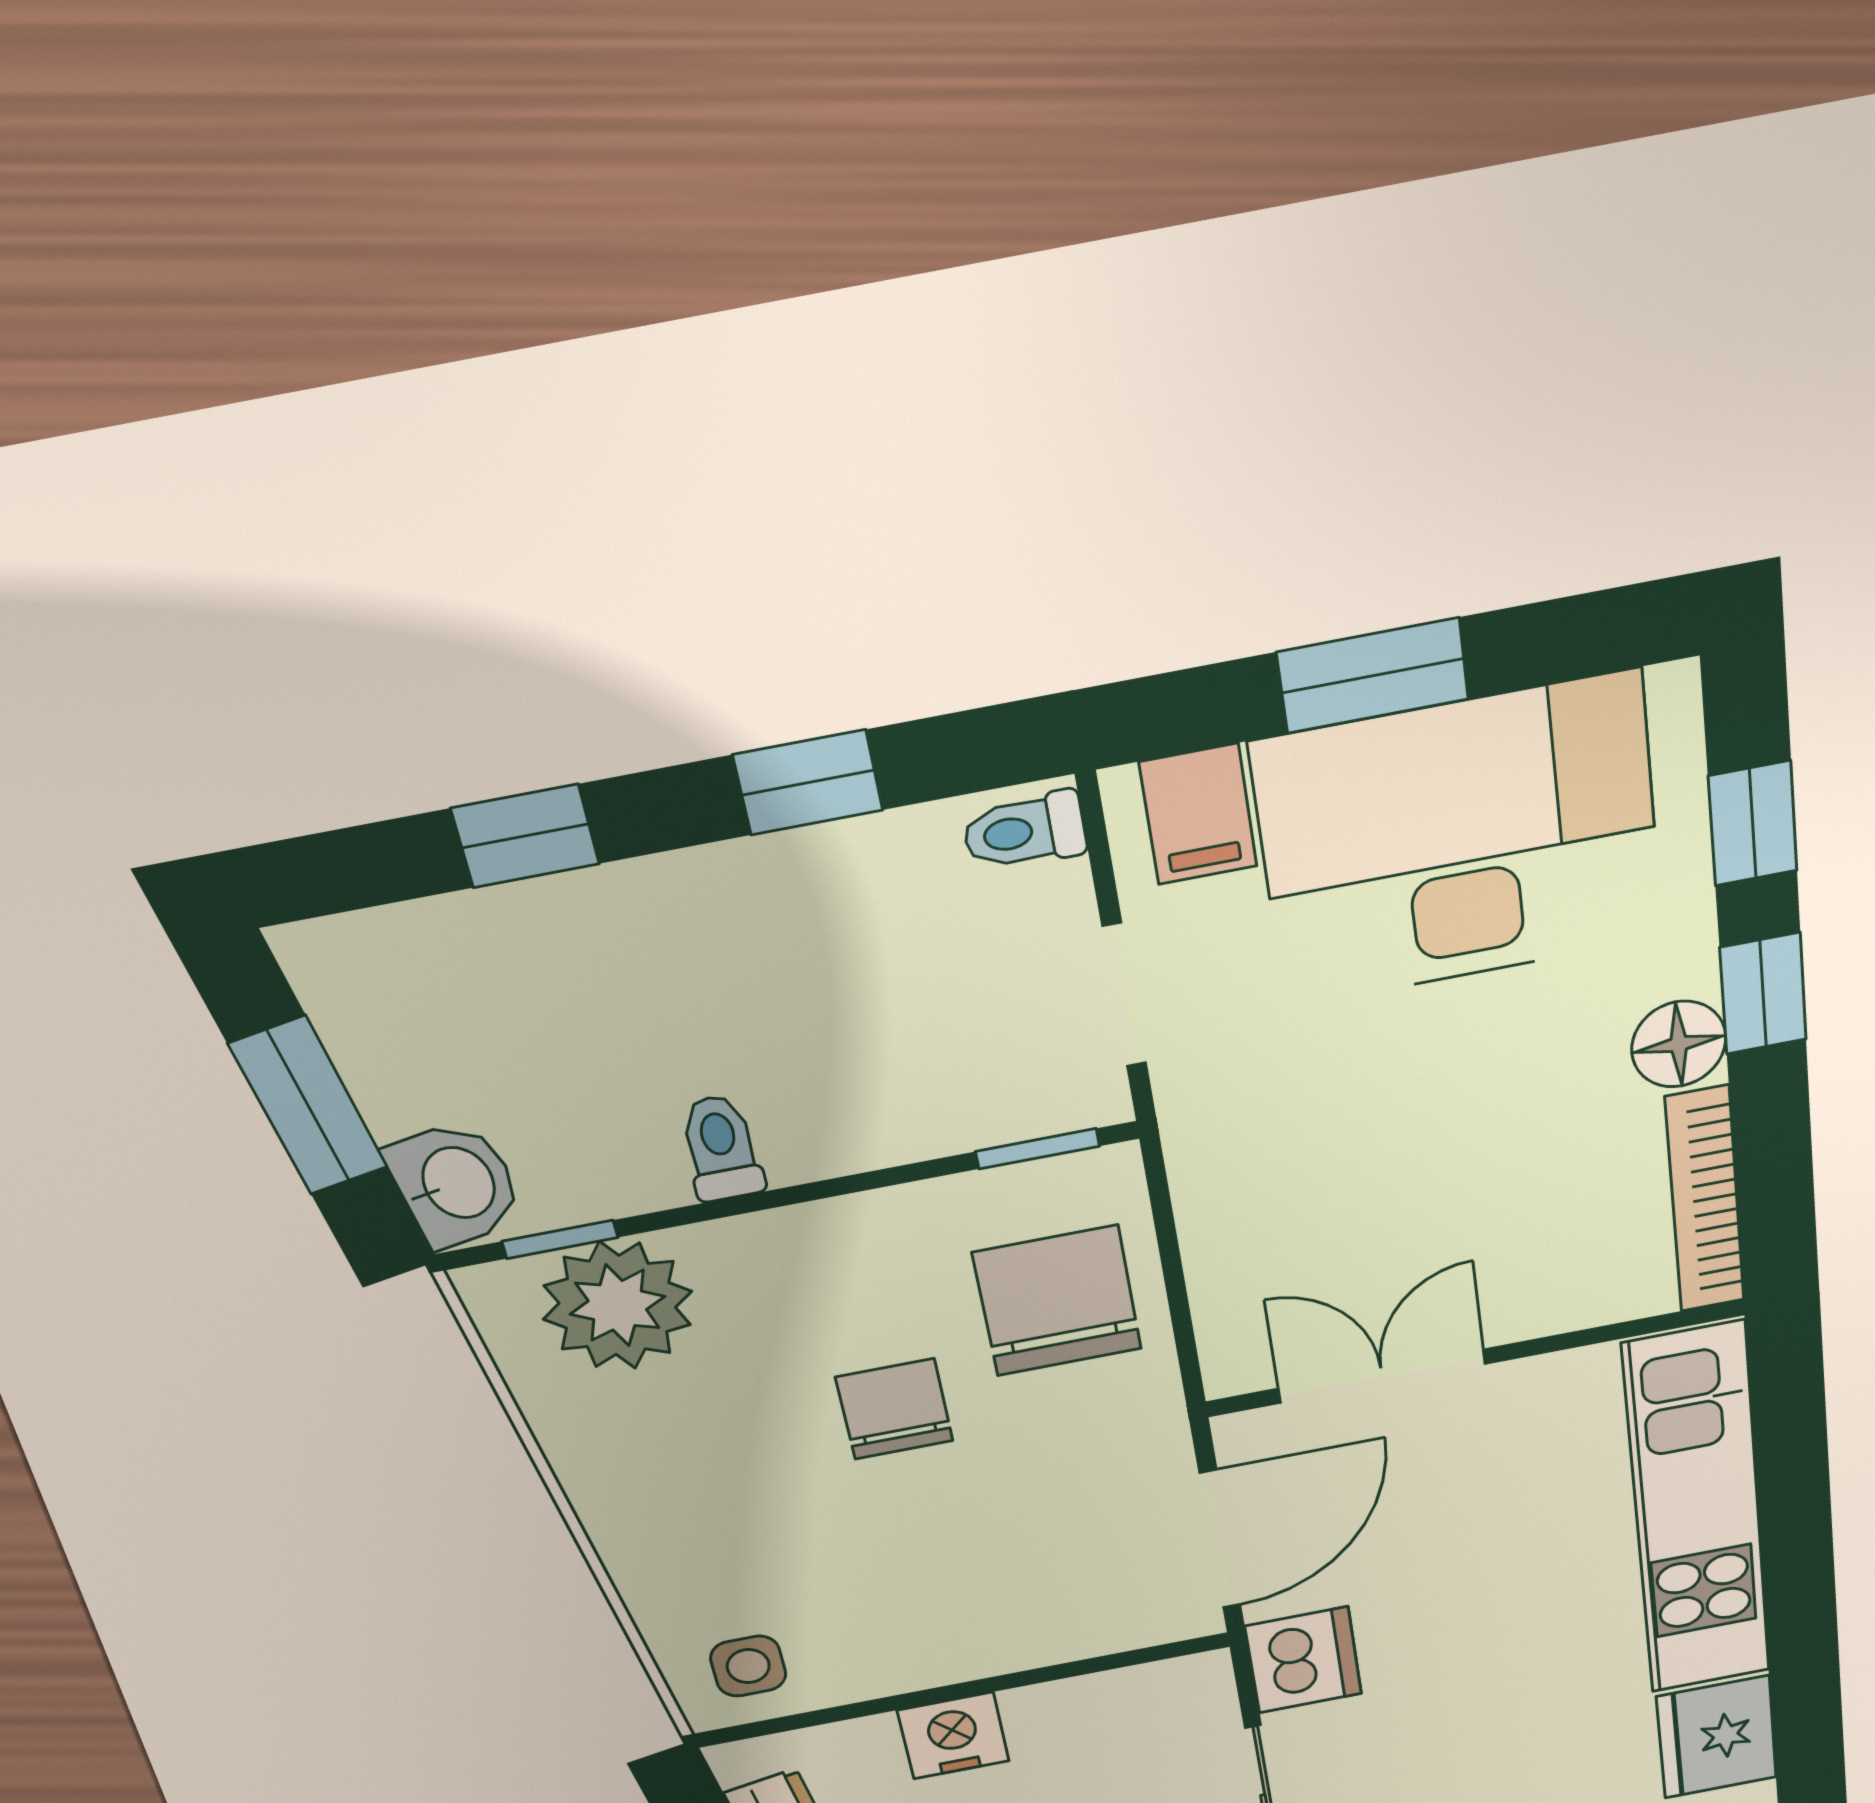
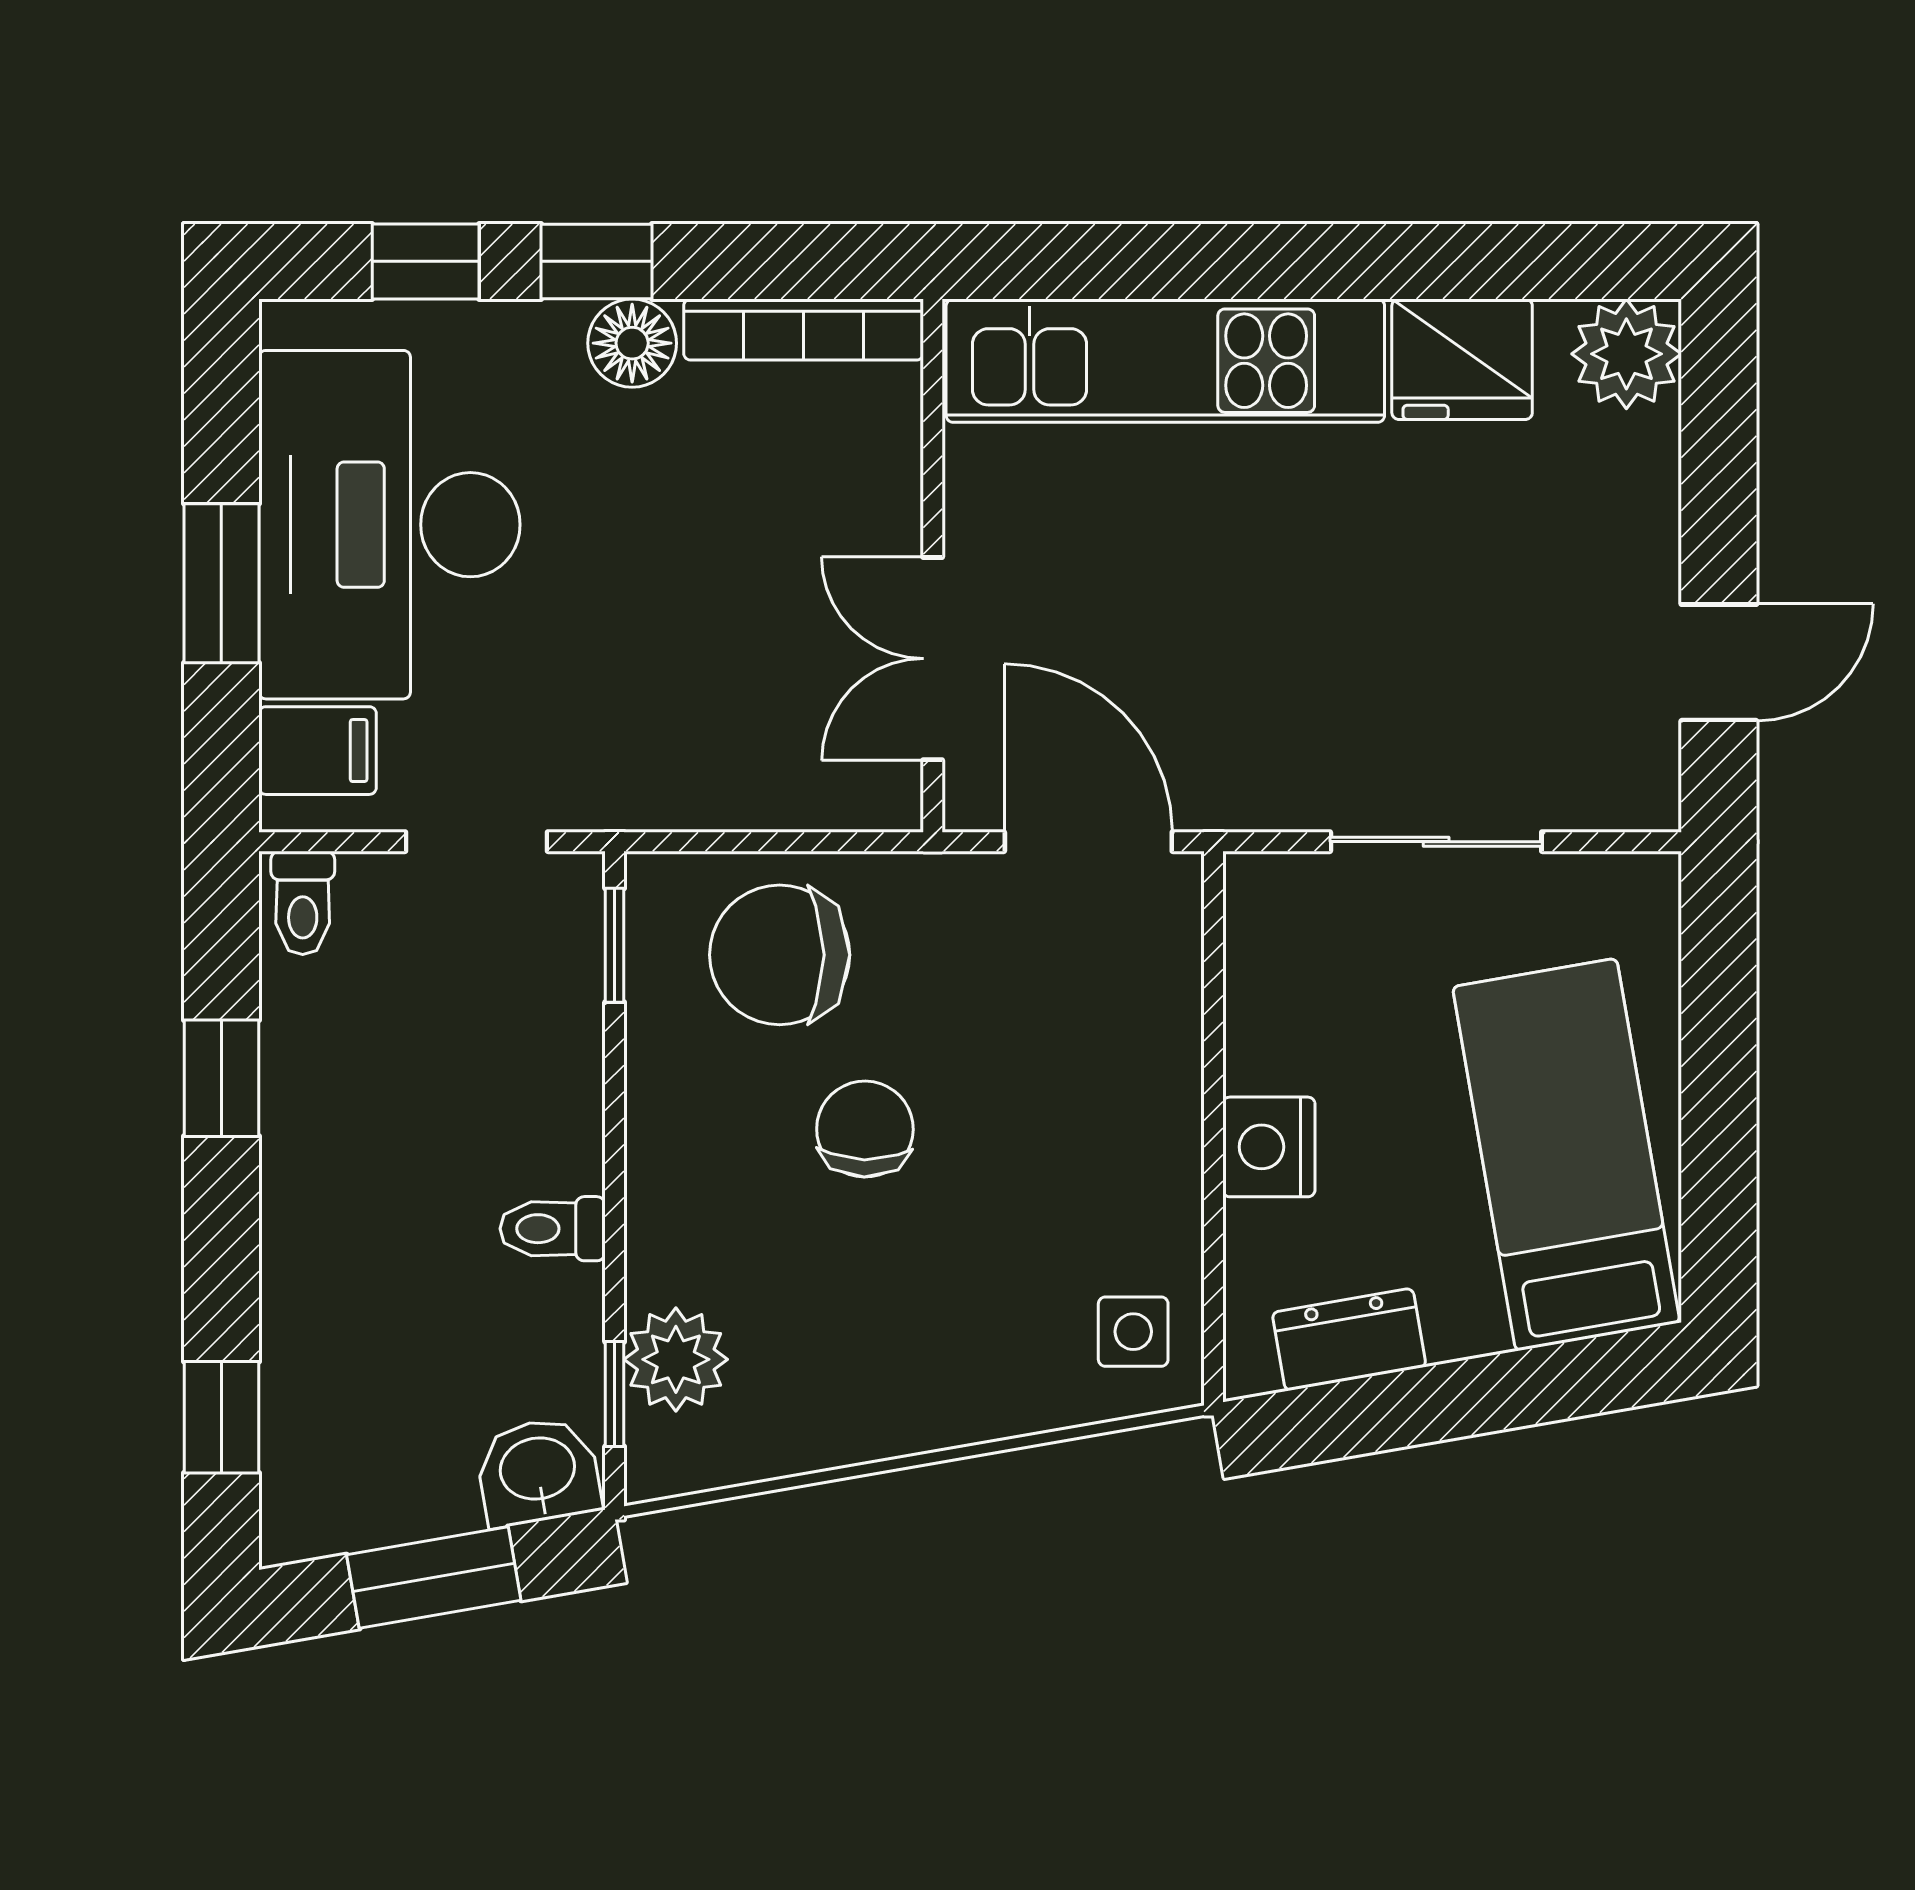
window: (525, 836) -> (221, 1417), moved
plant: (617, 1305) -> (676, 1359), width x0.73, depth x0.73
chair: (894, 1409) -> (865, 1129), turned 91
dishwasher: (1303, 1660) -> (1257, 779), removed

